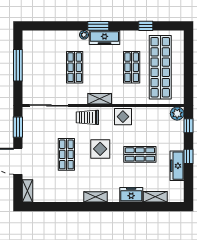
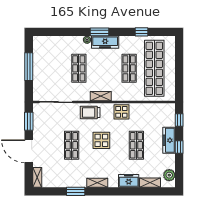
plant: (177, 113) -> (169, 175), moved
shop shelf: (140, 154) -> (136, 145), turned 90
freezer: (177, 166) -> (169, 140), moved
window: (71, 207) -> (76, 191), added

